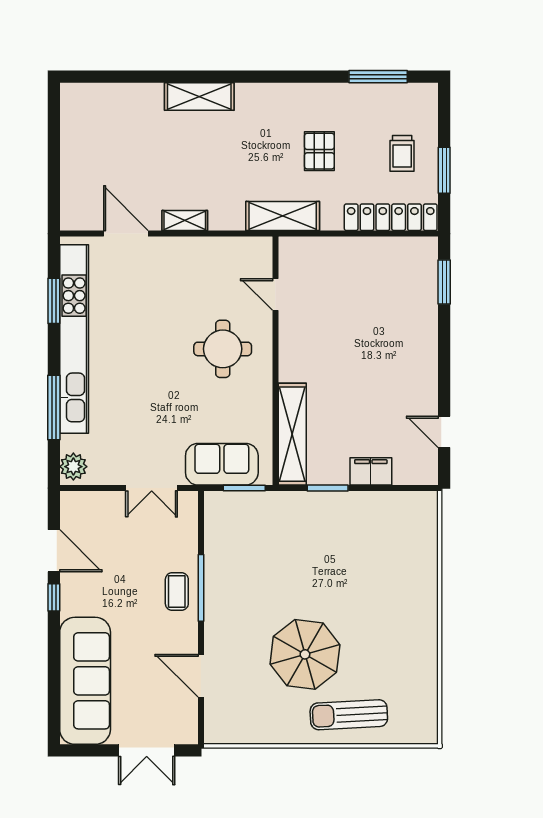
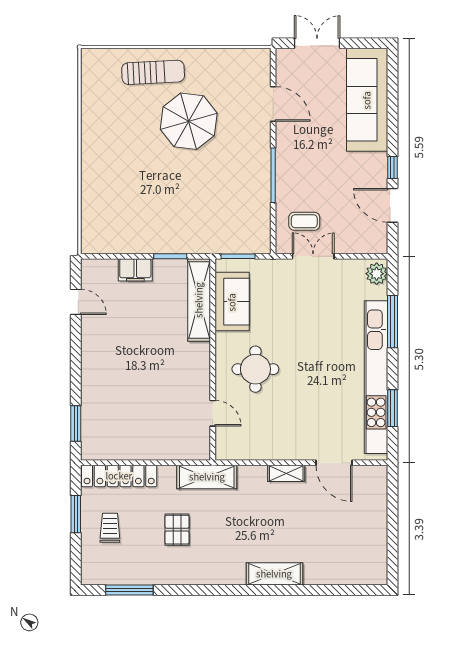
sofa: (222, 464) -> (232, 302), moved, turned -90
coffee table: (177, 592) -> (304, 221), moved, turned 90

